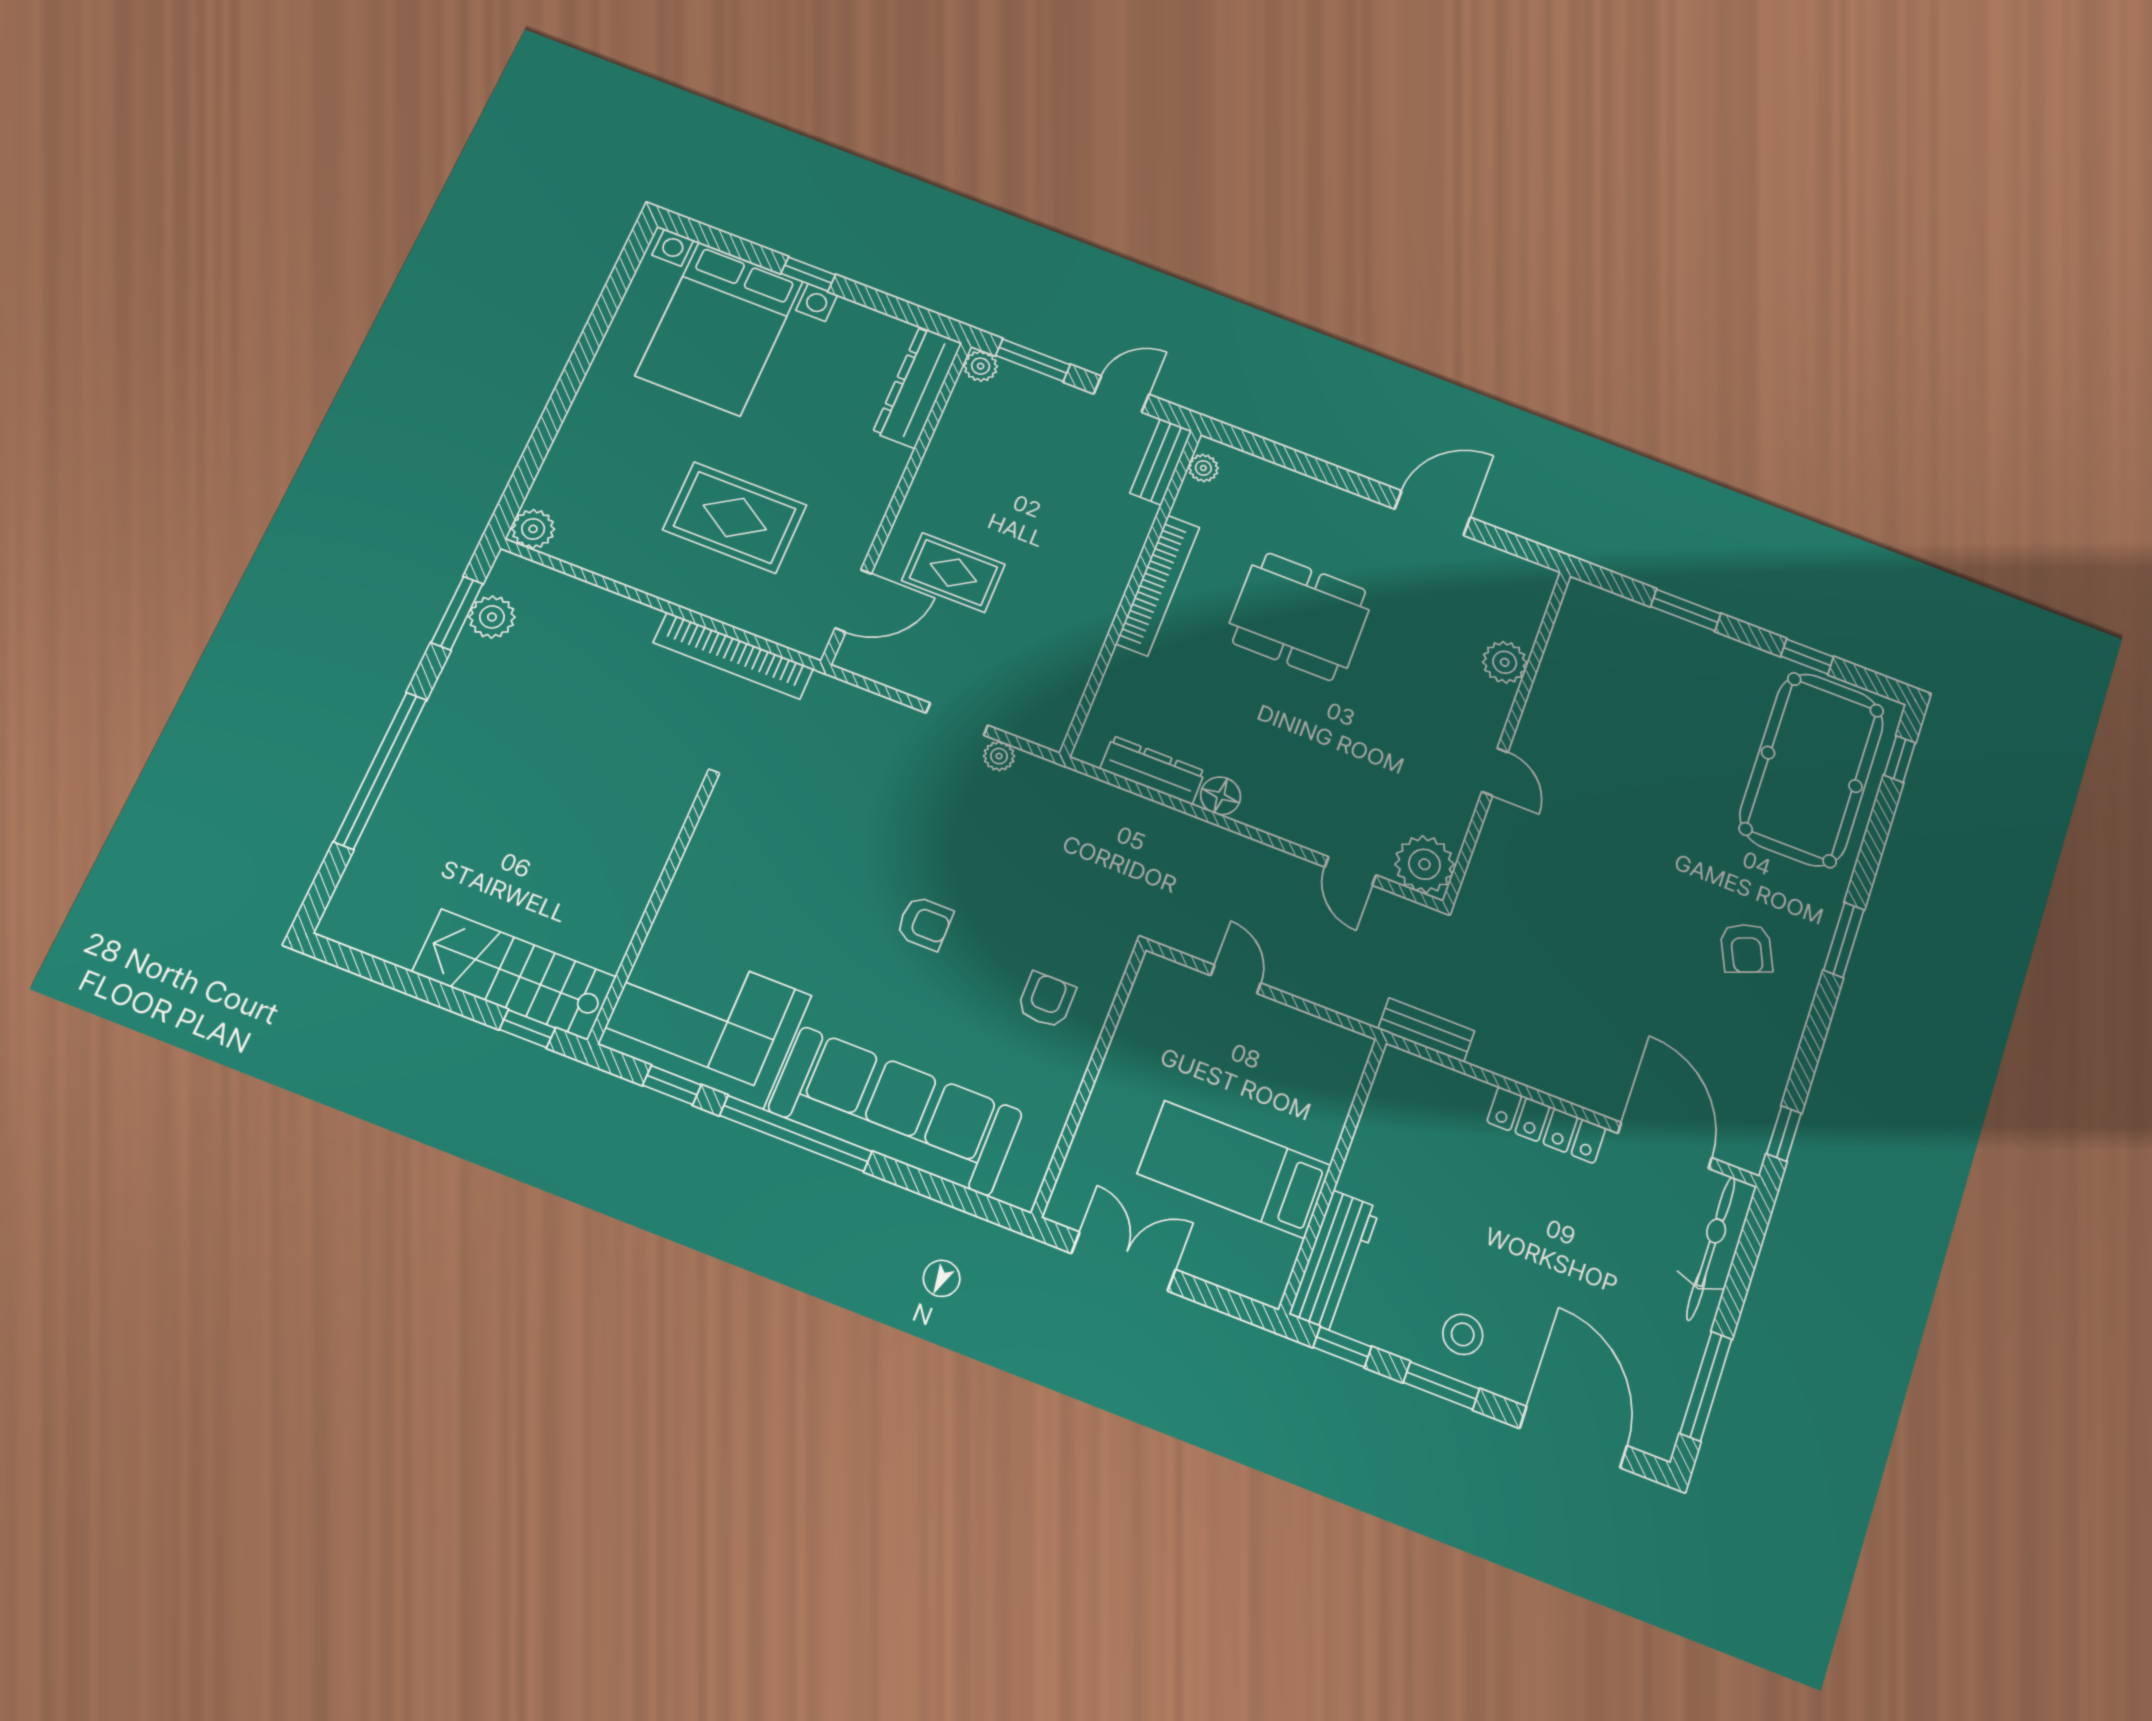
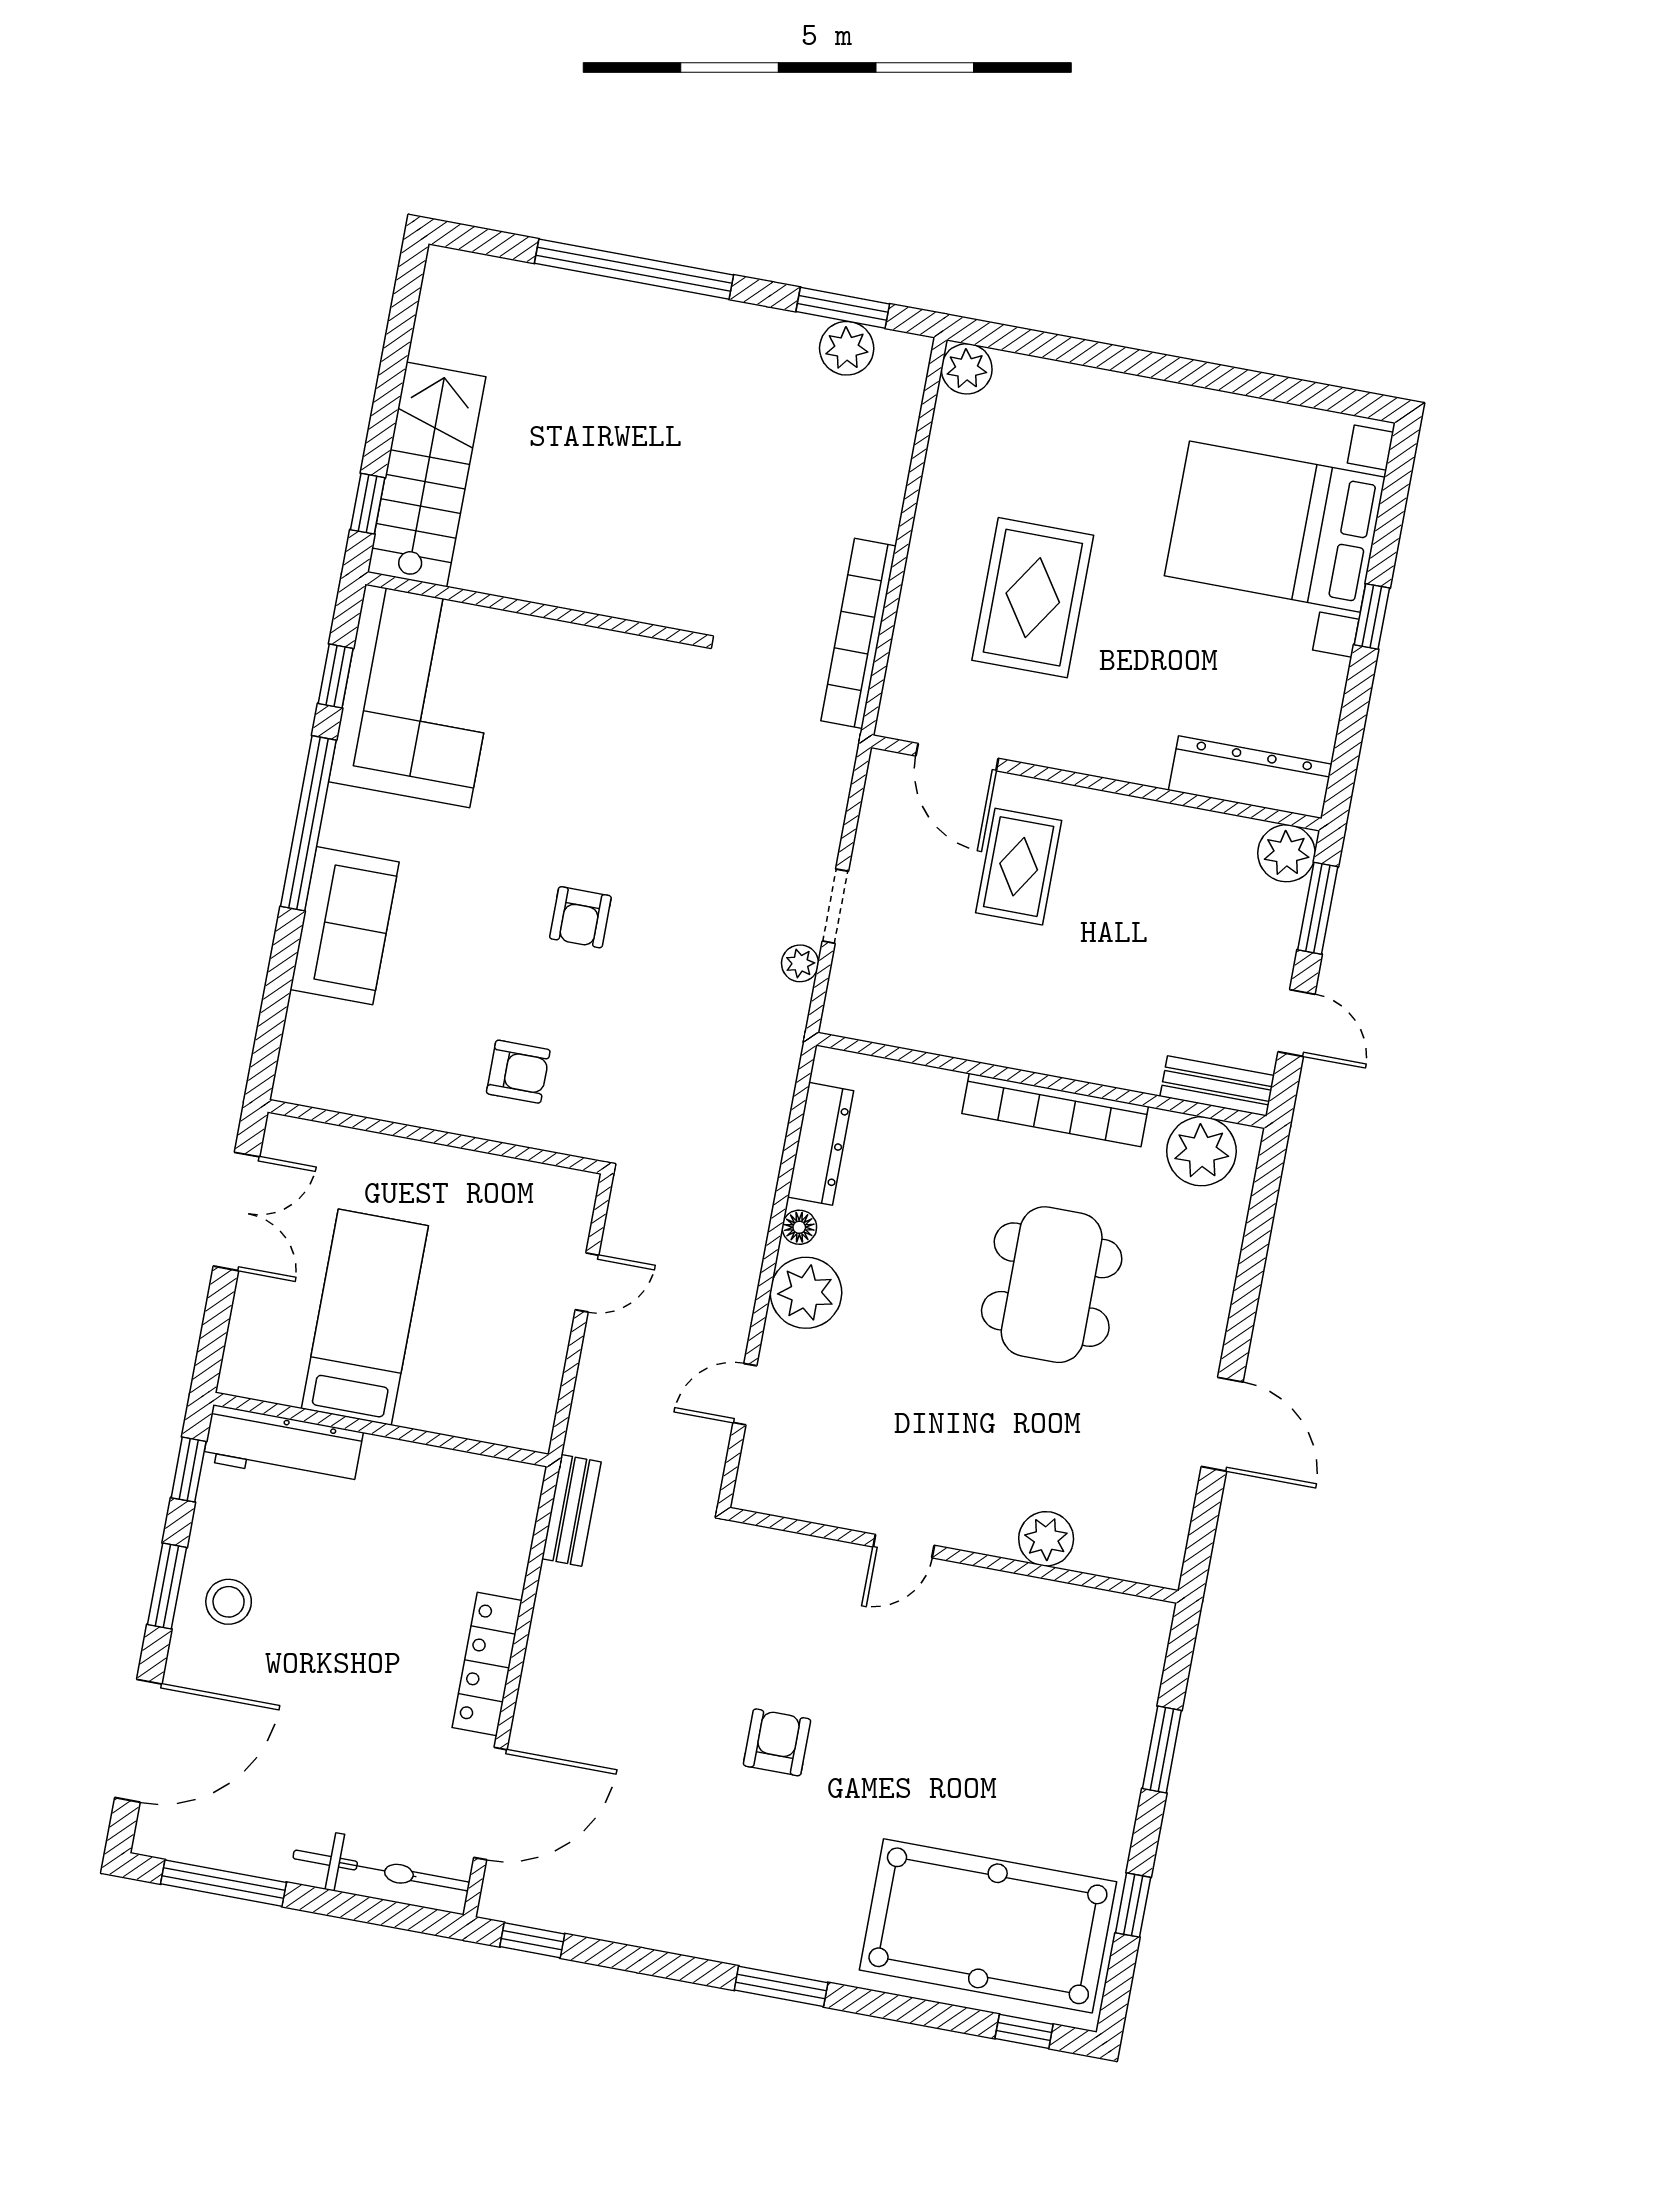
plant: (981, 366) -> (1286, 853), width x1.38, depth x1.38
plant: (1203, 468) -> (1201, 1151), width x1.88, depth x1.88
floor lamp: (1221, 796) -> (799, 1227), width x0.73, depth x0.73
plant: (1424, 864) -> (806, 1293), moved
armchair: (1746, 948) -> (777, 1742), moved, turned 113
sofa: (895, 1111) -> (345, 926), width x0.54, depth x0.79

